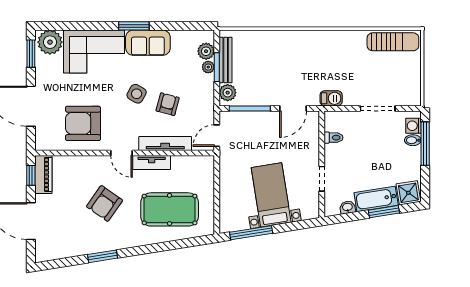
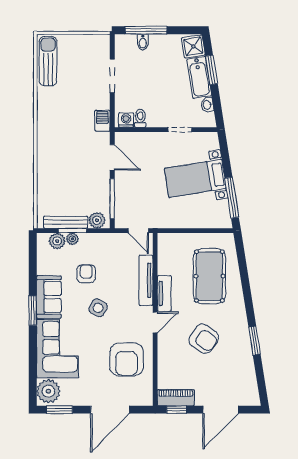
armchair: (168, 104) -> (86, 274), moved, turned 75
washing machine: (413, 126) -> (126, 120), moved, turned 180

